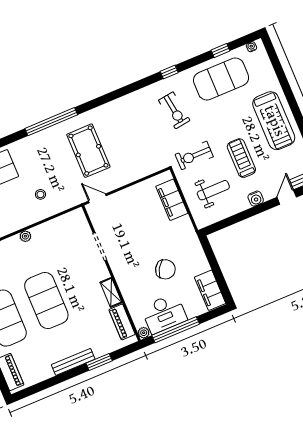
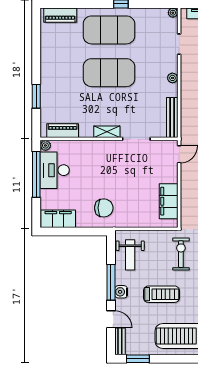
weight bench: (213, 190) -> (130, 255), moved
filing cabinet: (172, 200) -> (169, 201), moved, turned -90
window: (250, 212) -> (111, 282), added
chair: (165, 269) -> (104, 208), moved, turned -121
shelving: (111, 292) -> (107, 132), moved
bench: (73, 362) -> (172, 118), moved

